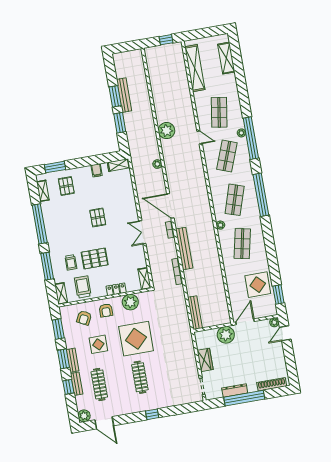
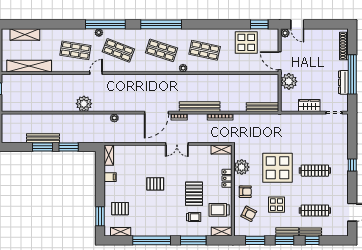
plant: (84, 416) -> (342, 230), removed

